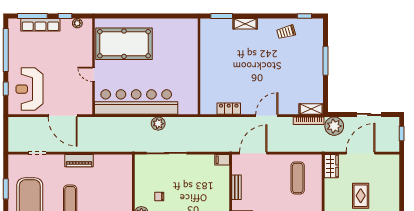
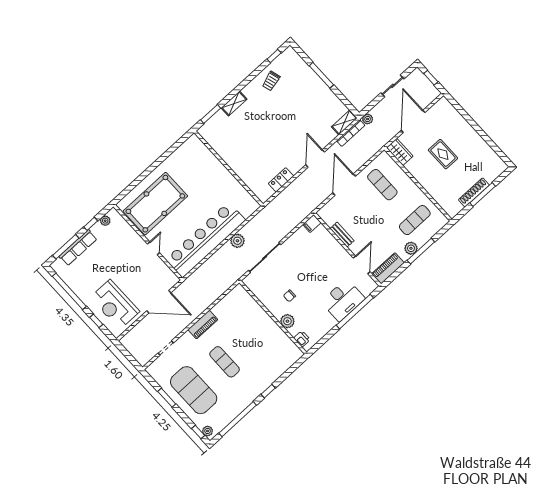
door: (94, 74) -> (154, 248), swing flipped
plant: (334, 126) -> (368, 119), width x0.53, depth x0.53
door: (253, 153) -> (344, 185), moved

